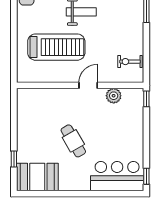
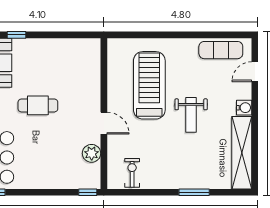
treadmill: (56, 47) -> (149, 85), turned 180
cafe table: (73, 141) -> (38, 105), turned 30

